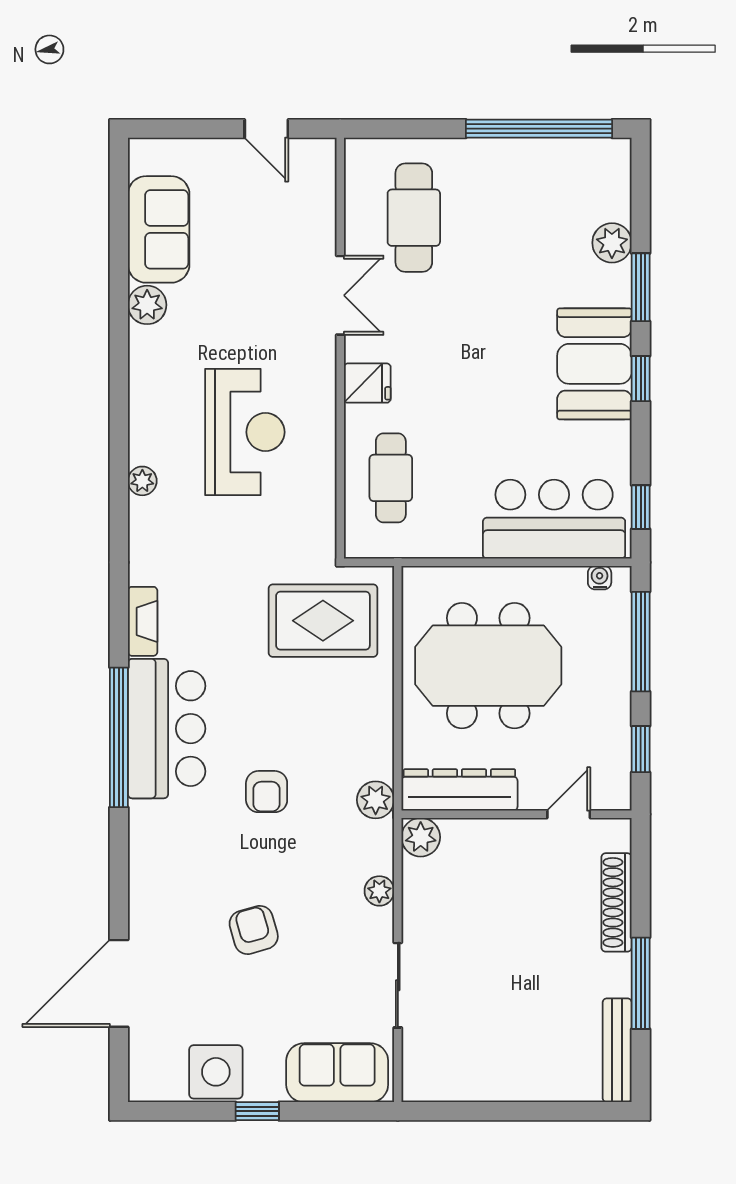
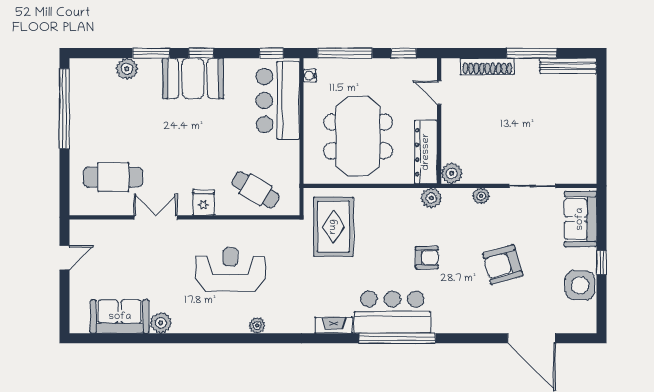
cafe table: (391, 478) -> (255, 190), turned 31
armchair: (254, 930) -> (502, 265), width x1.38, depth x1.38

